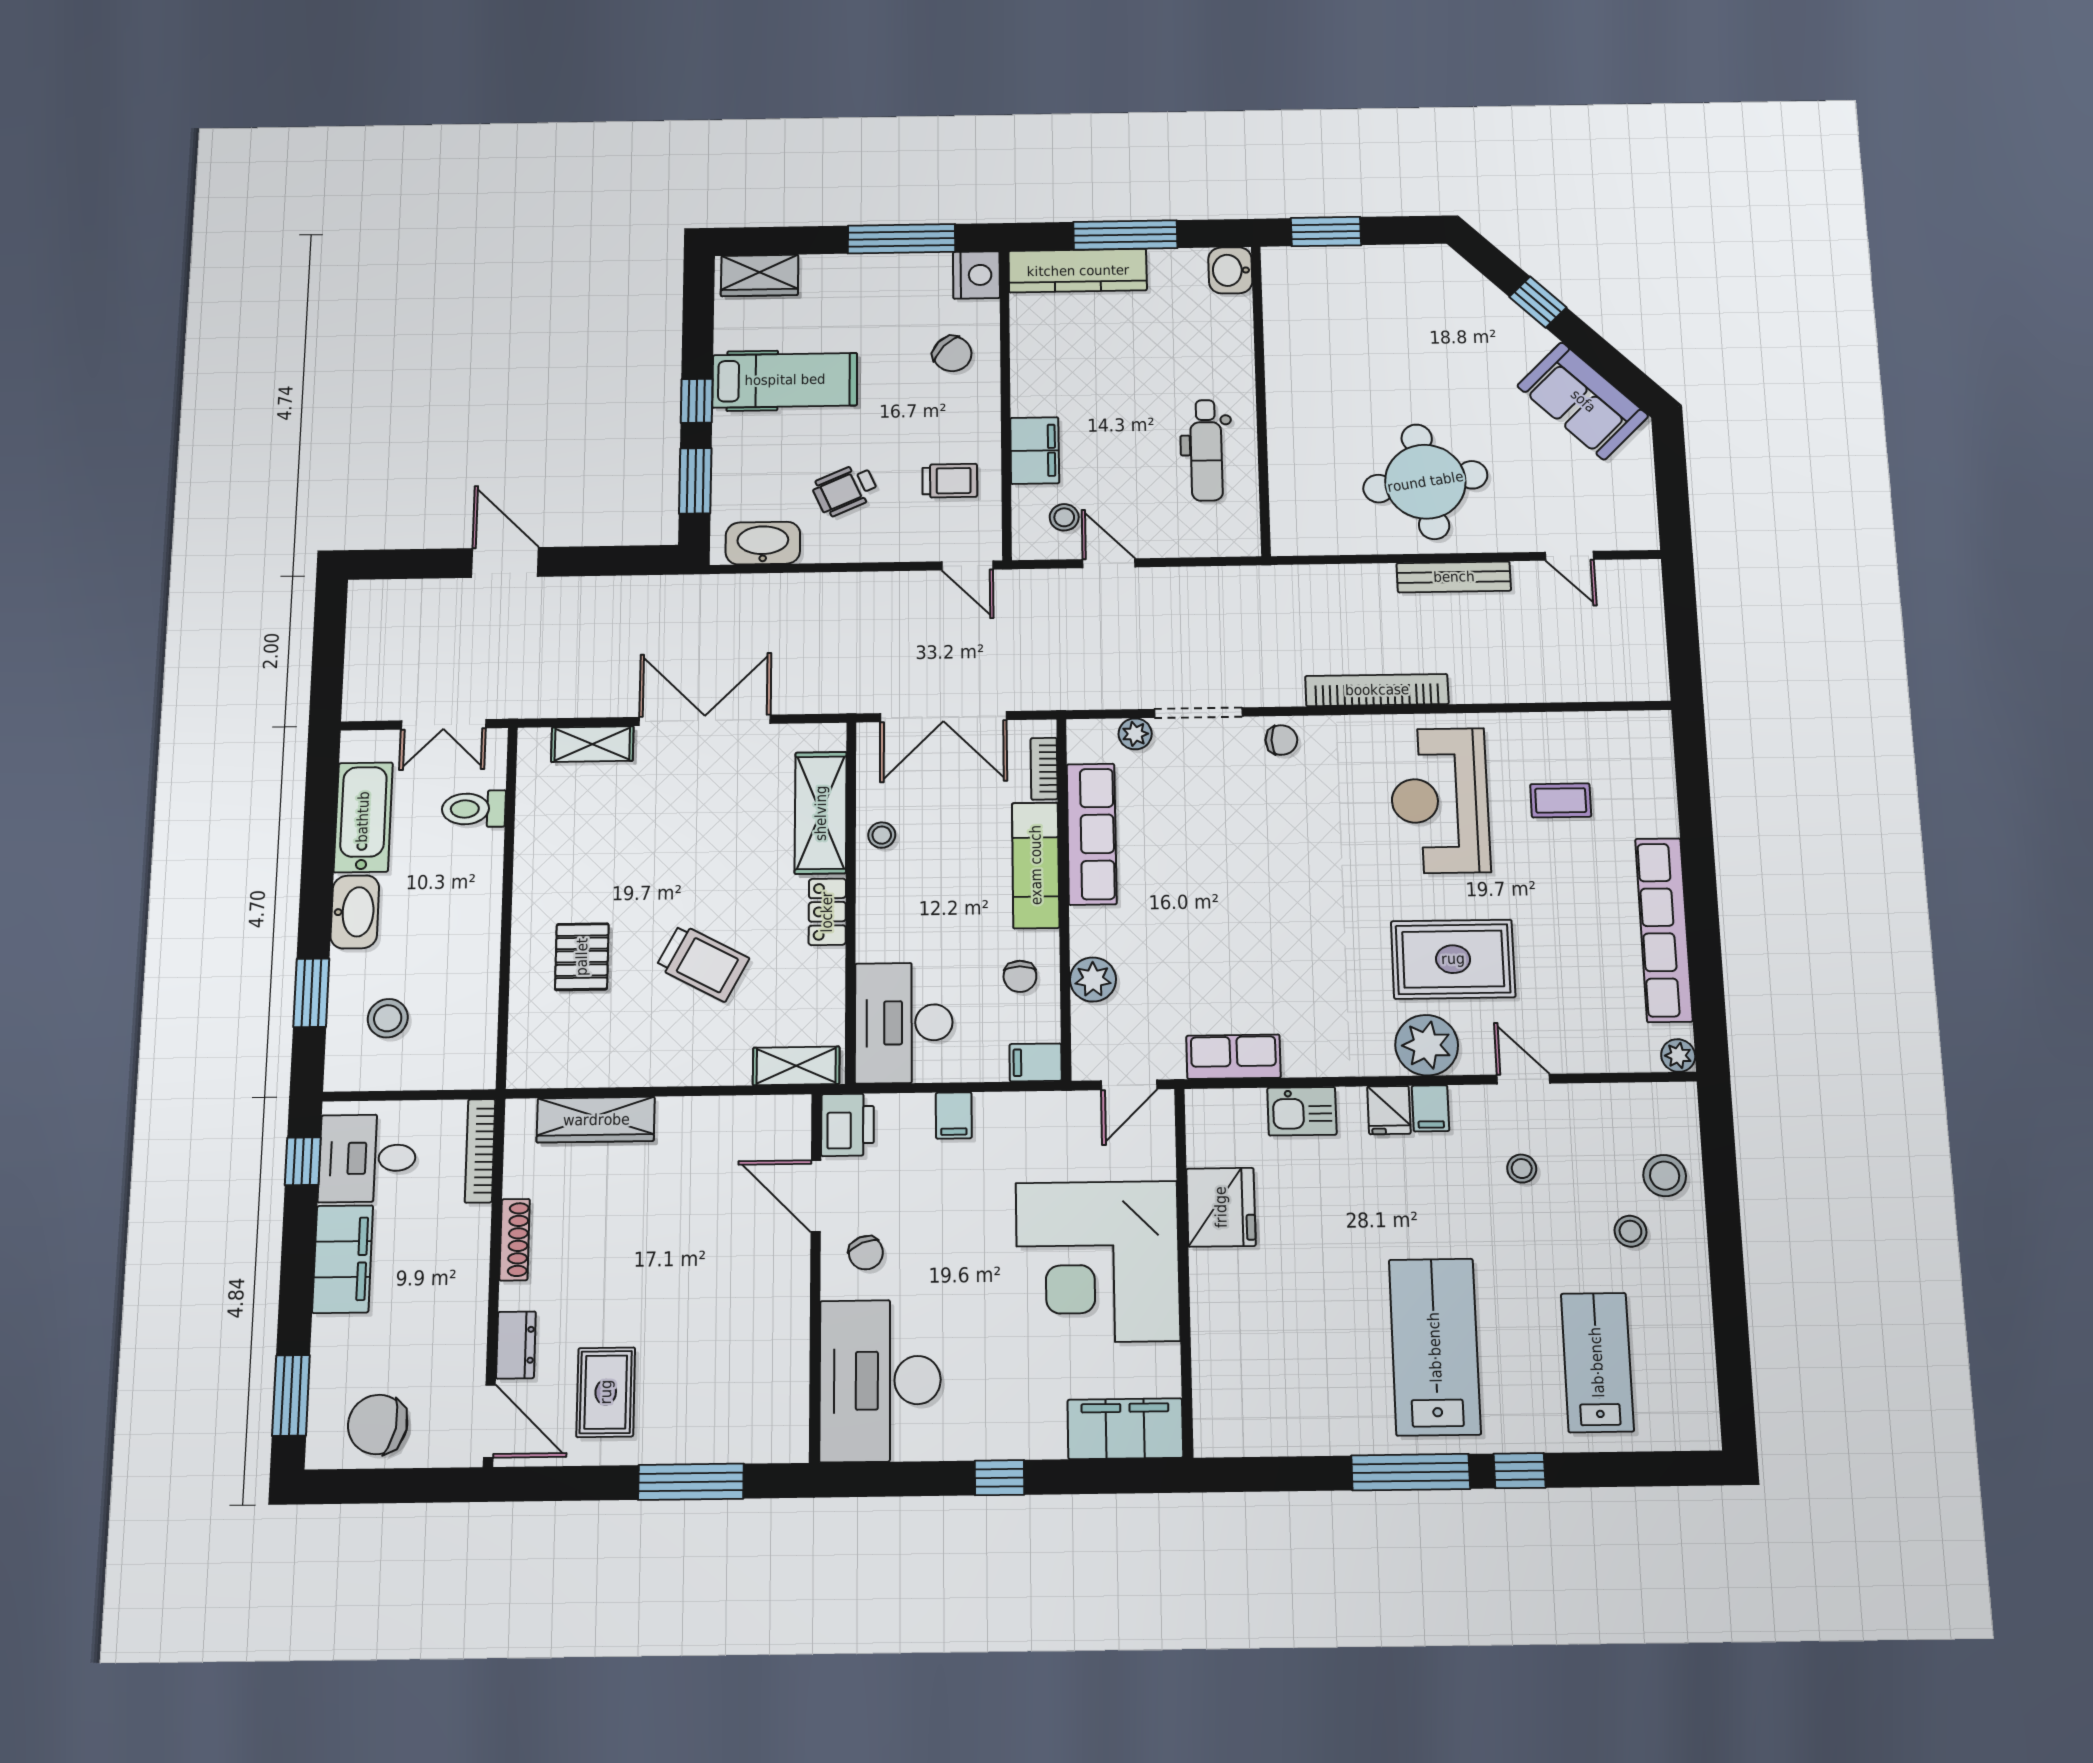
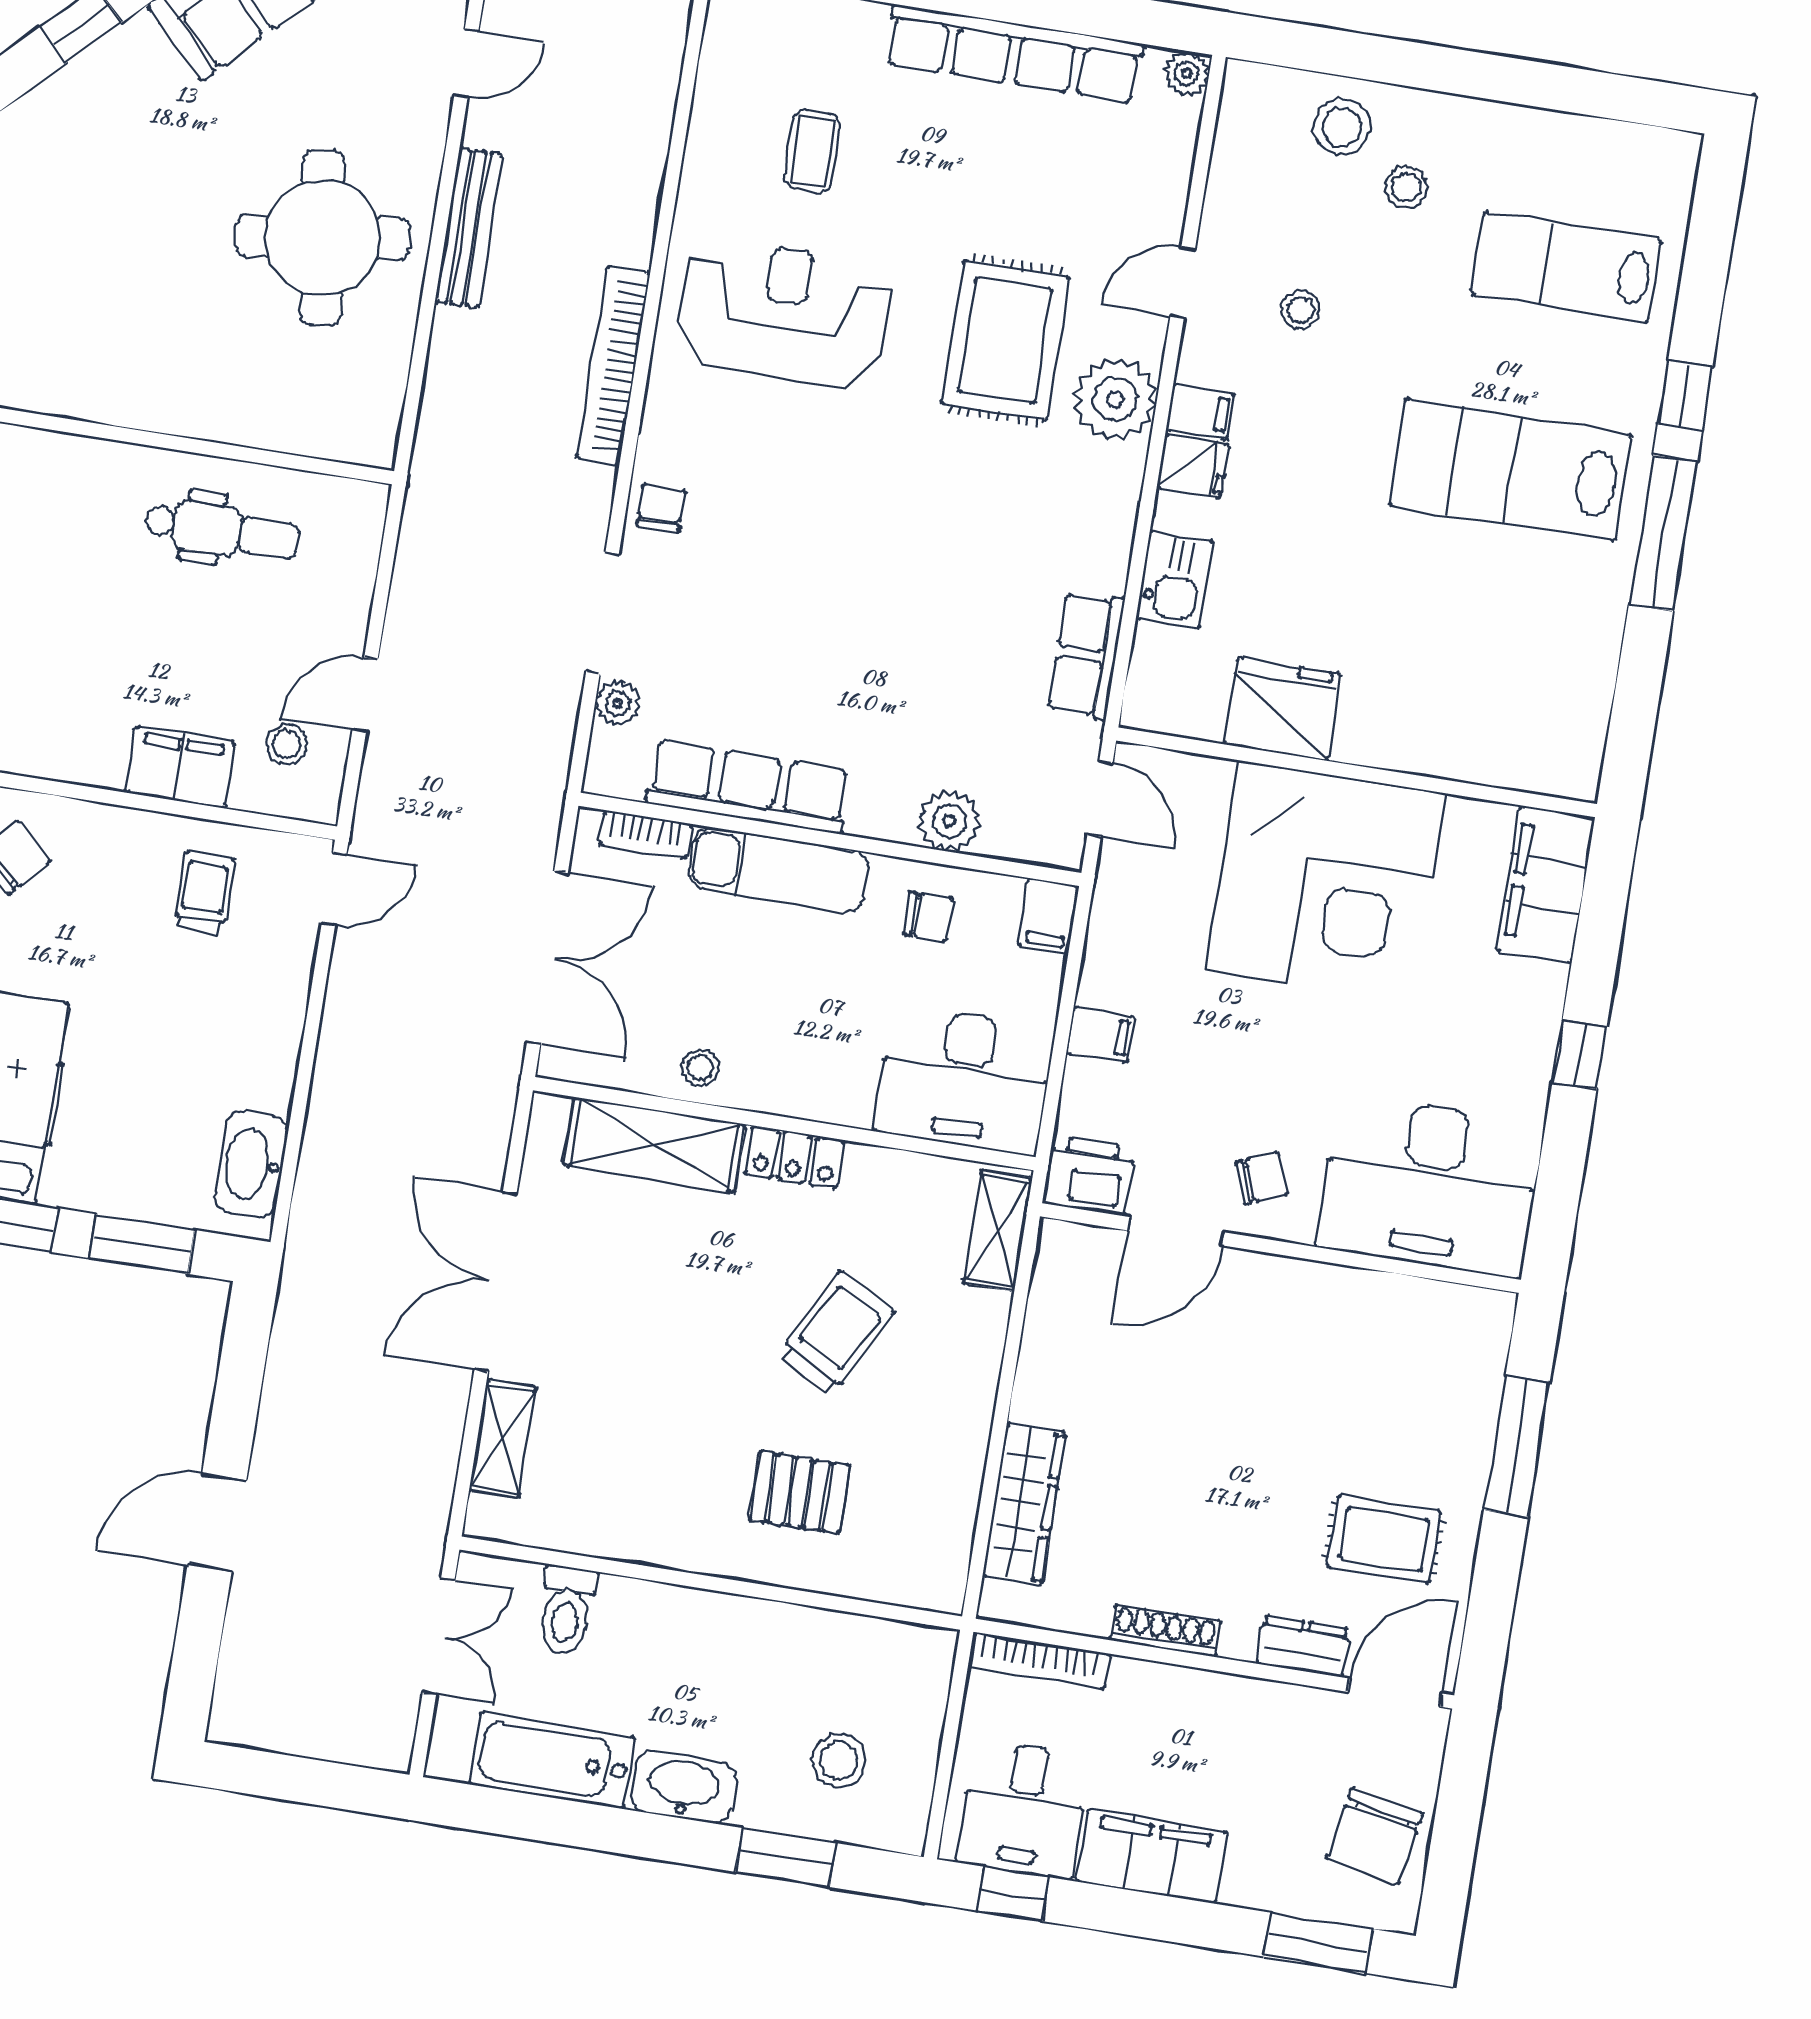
wheelchair: (845, 490) -> (192, 1039), removed
reception desk: (1440, 801) -> (784, 313), turned 180

